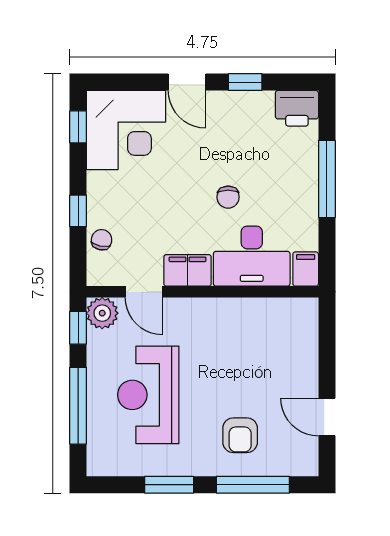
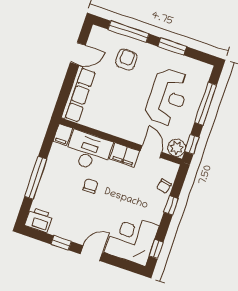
door: (187, 82) -> (91, 253), hinge flipped
row of seats: (302, 348) -> (78, 94), added
door: (327, 417) -> (78, 54), hinge flipped

